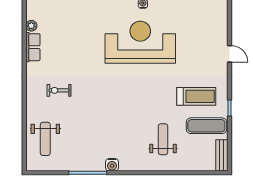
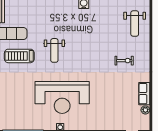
weight bench: (45, 139) -> (135, 23), turned 180
weight bench: (163, 139) -> (54, 50), moved

